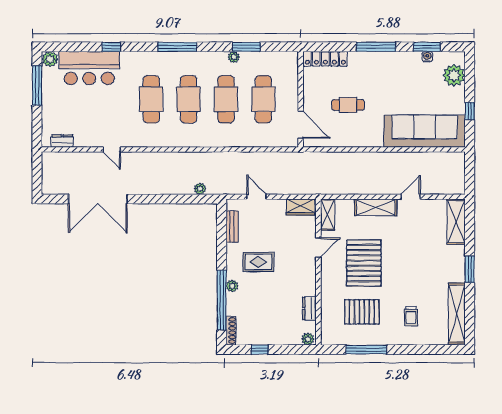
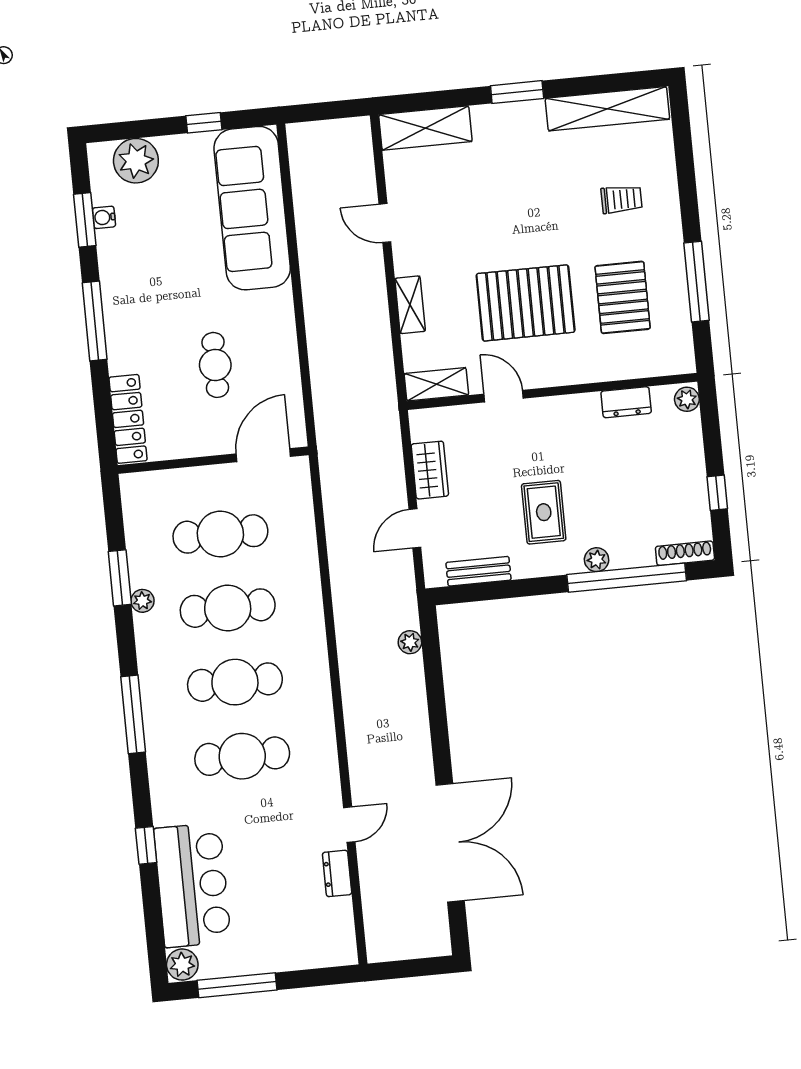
dresser: (62, 141) -> (337, 873), moved
wardrobe: (300, 207) -> (430, 470), moved
shelving: (376, 207) -> (410, 305), width x0.67, depth x0.75

